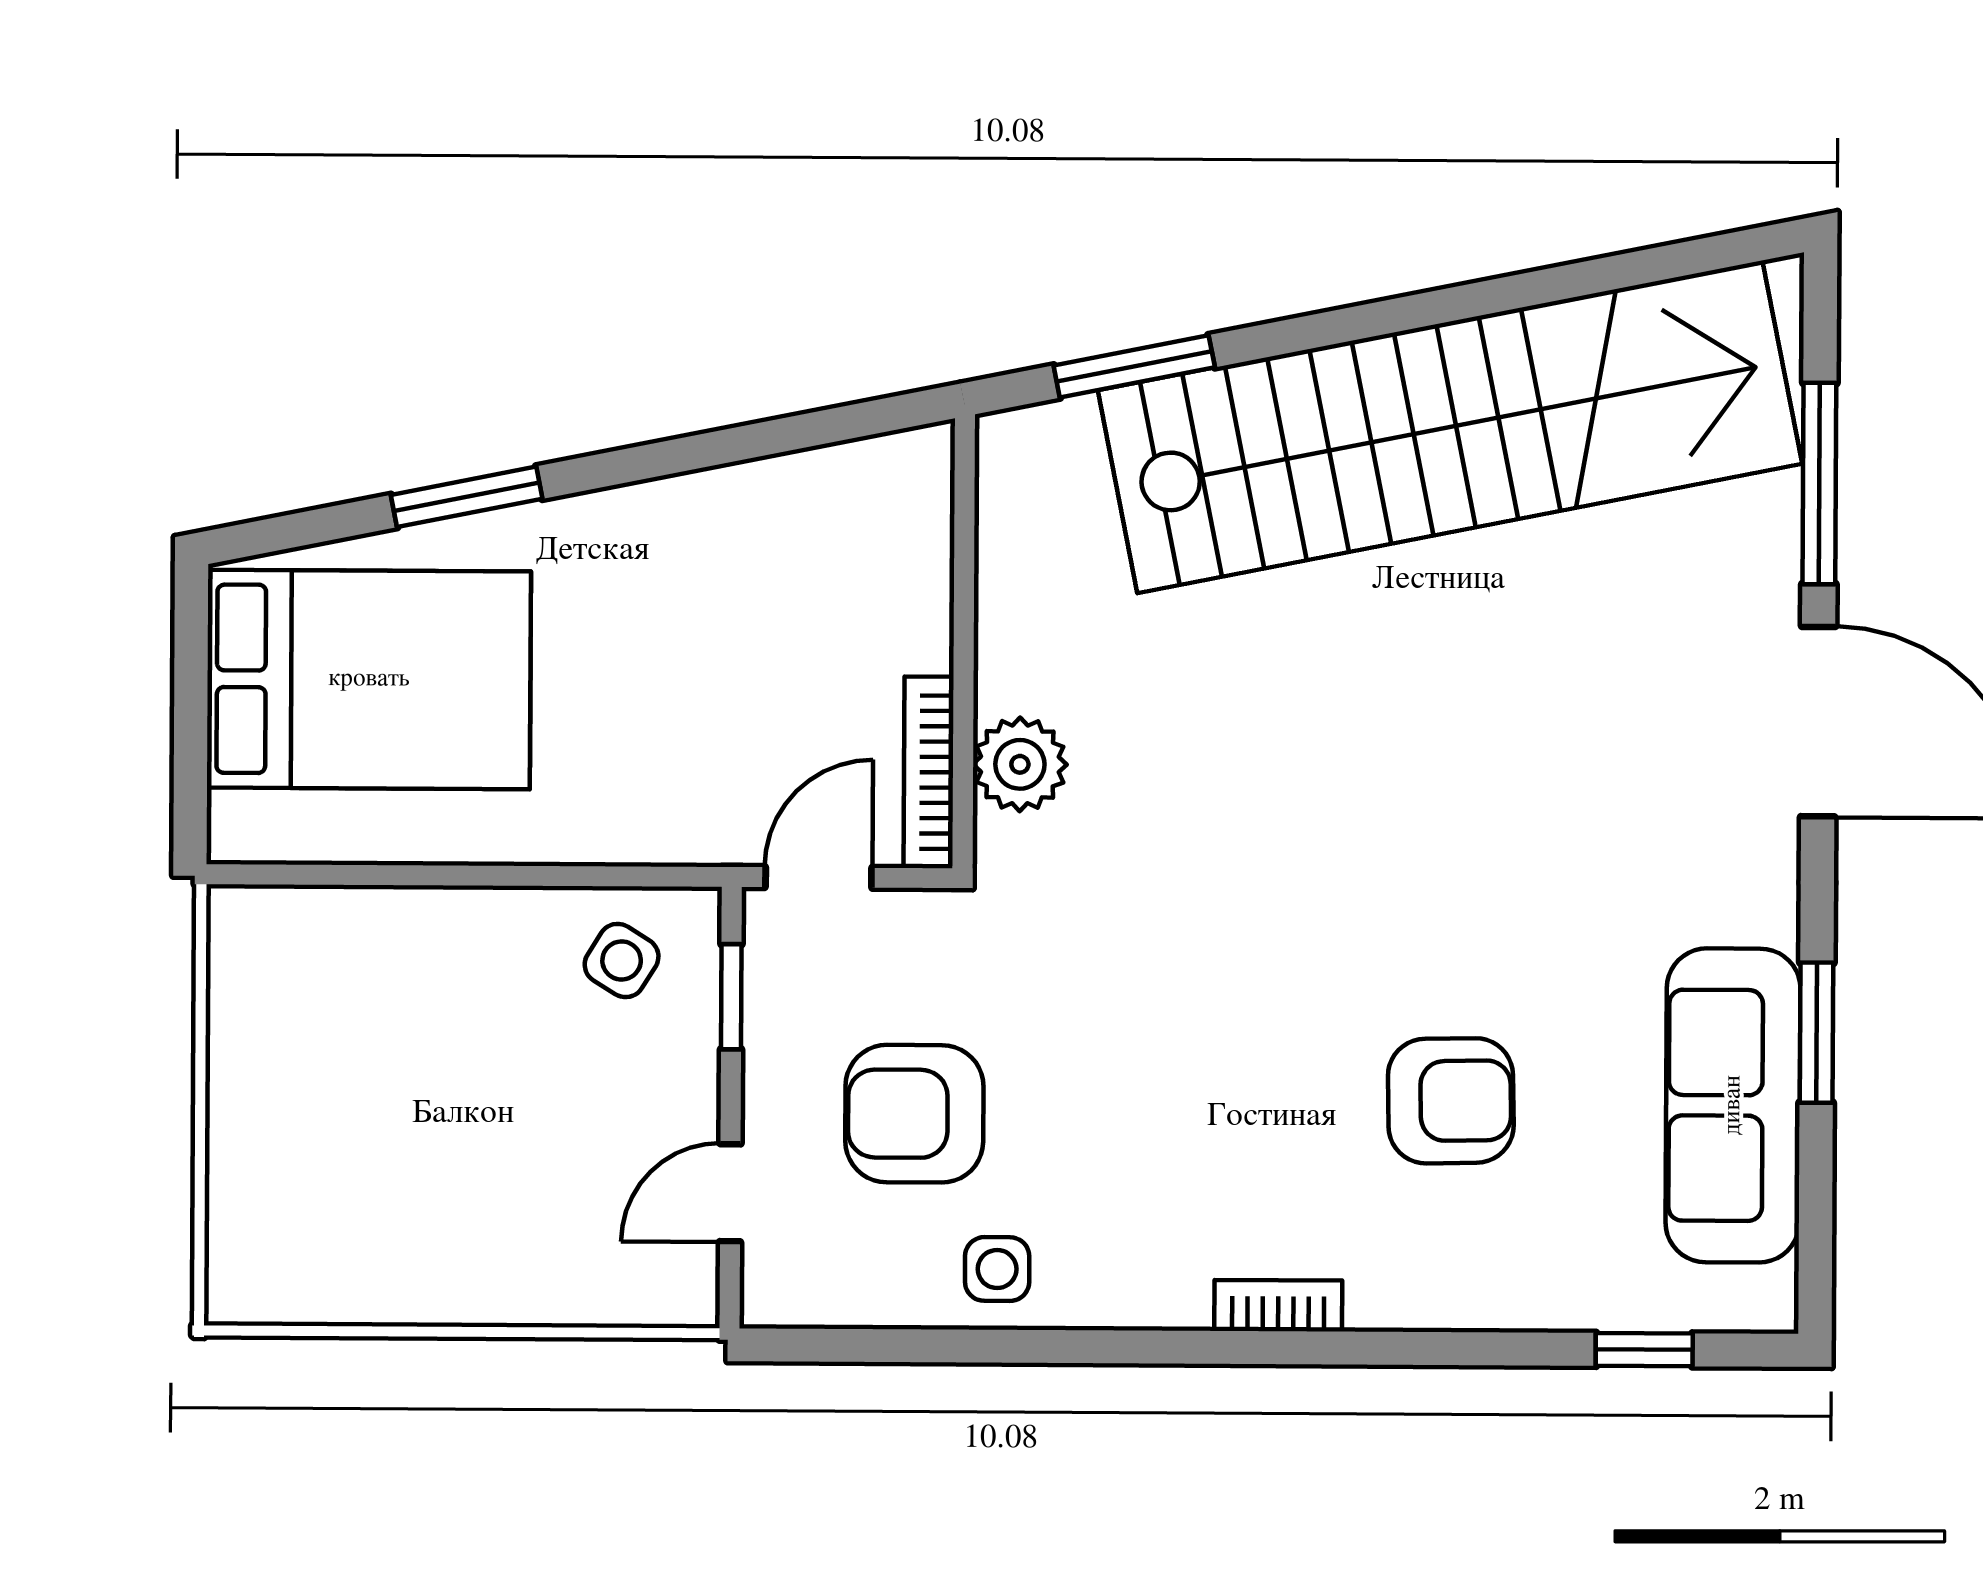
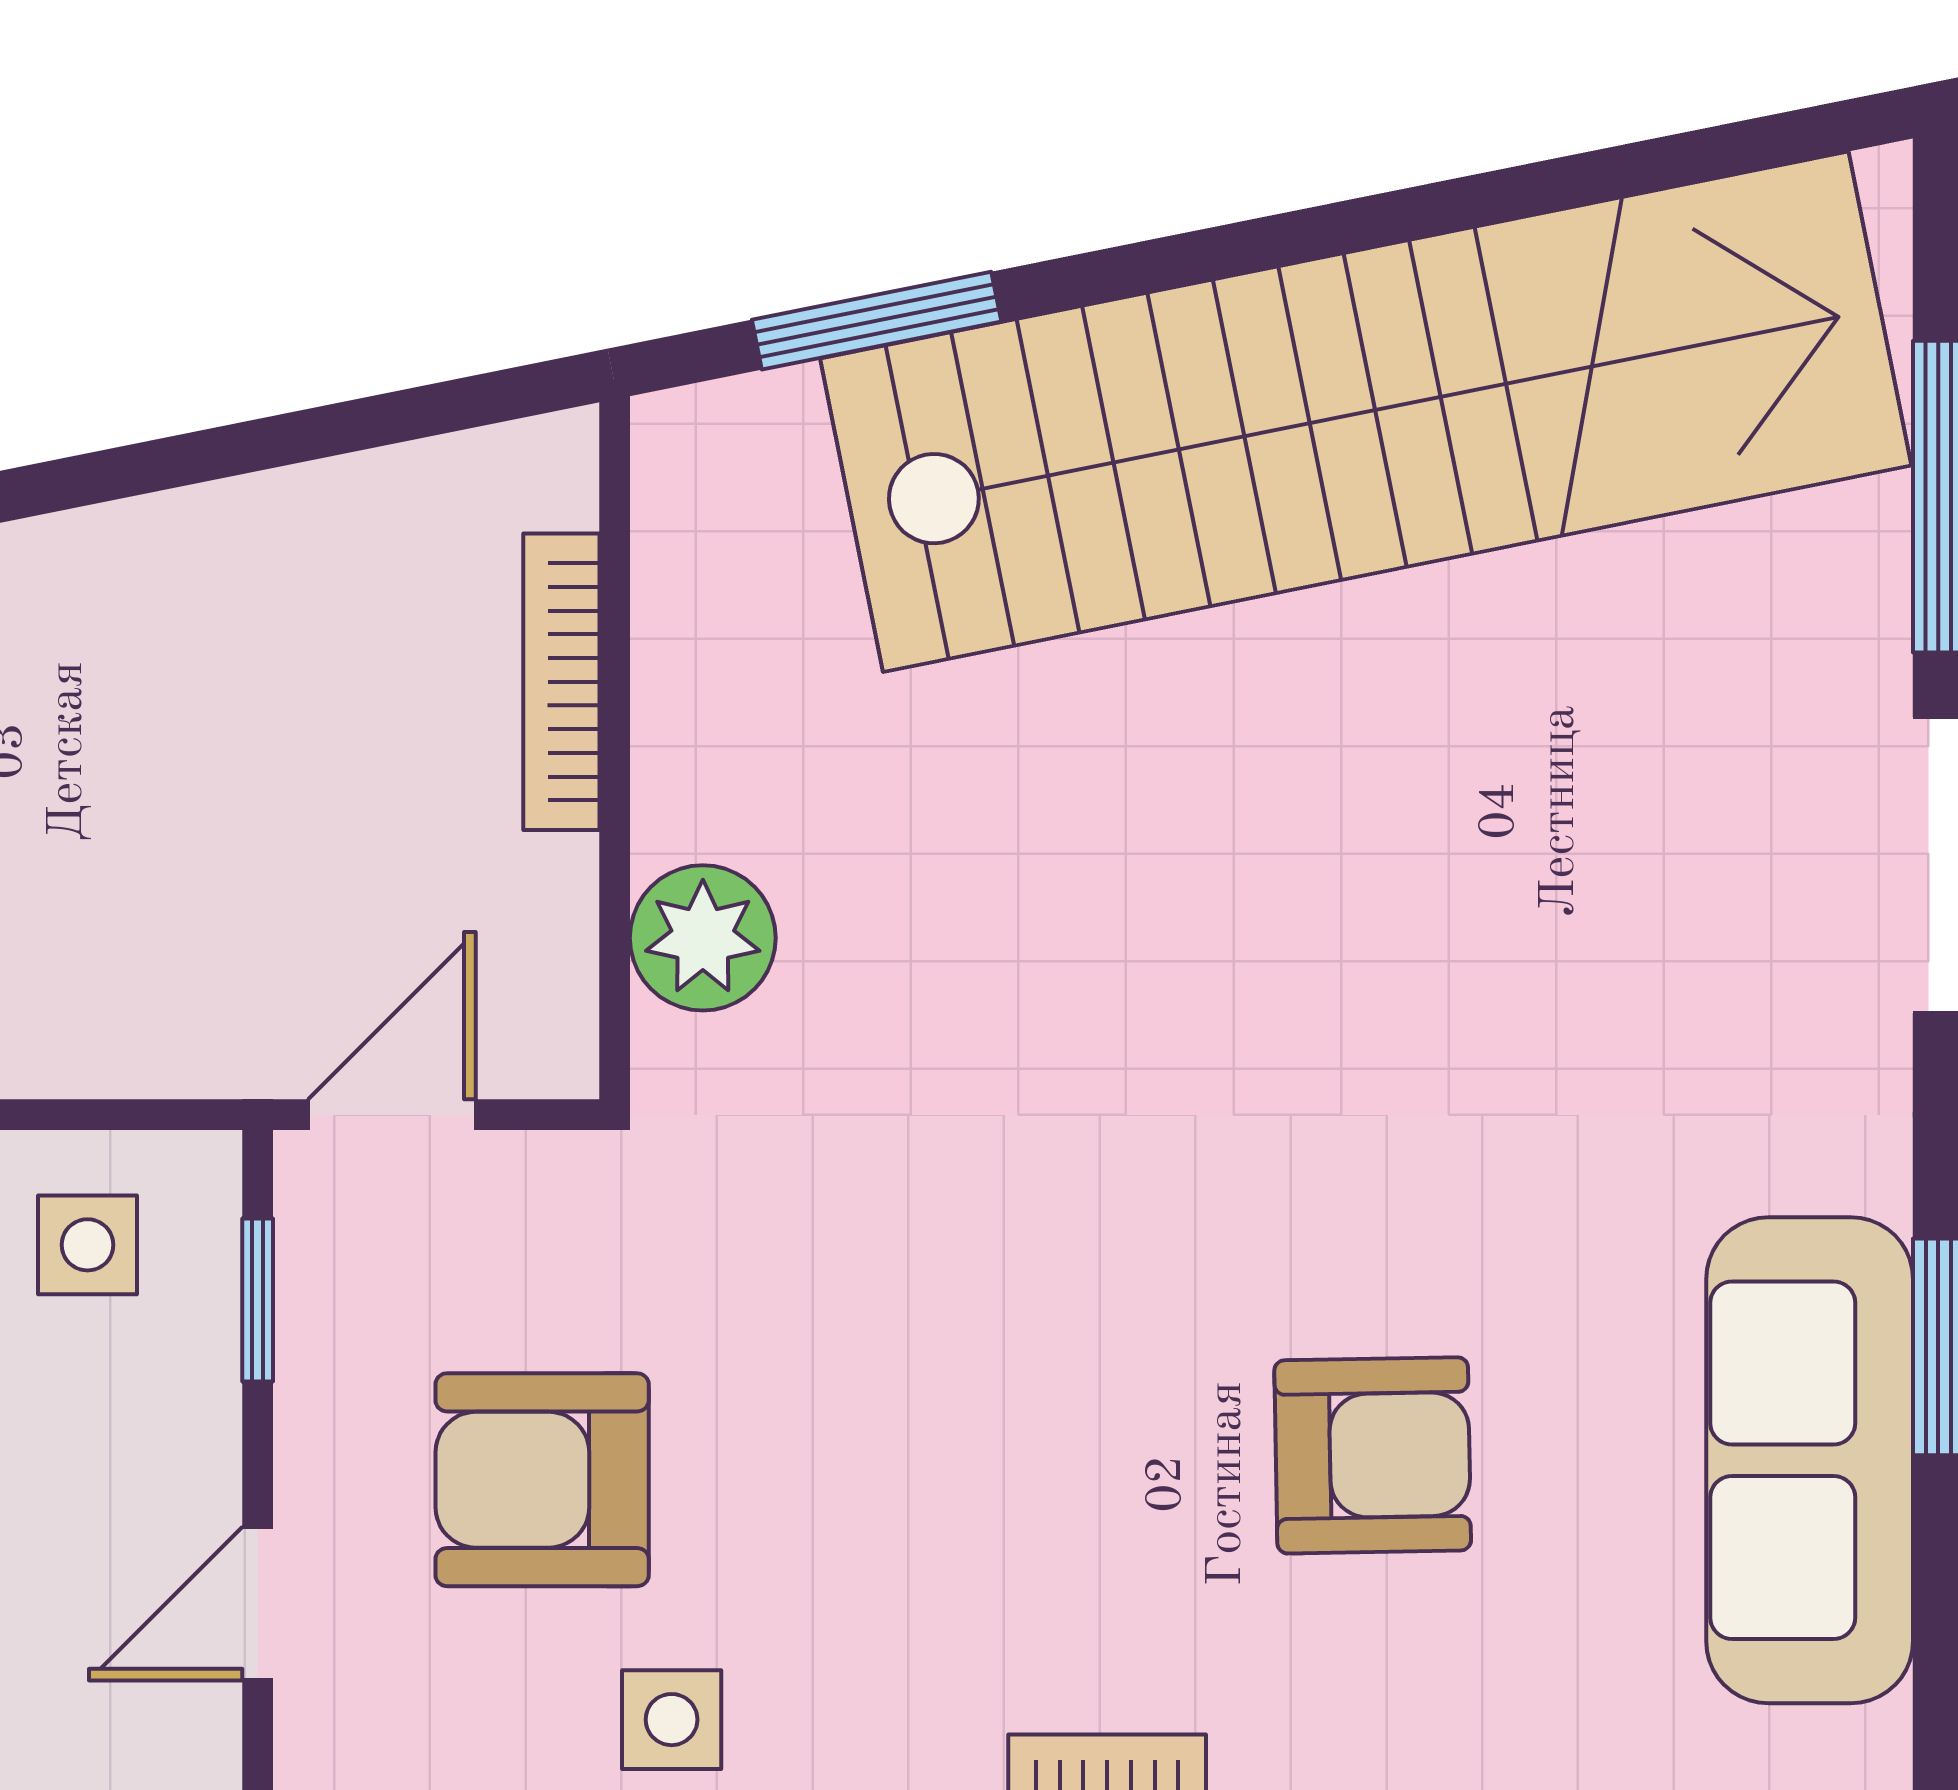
bookcase: (929, 772) -> (561, 682), moved
side table: (622, 961) -> (88, 1245), turned -32

